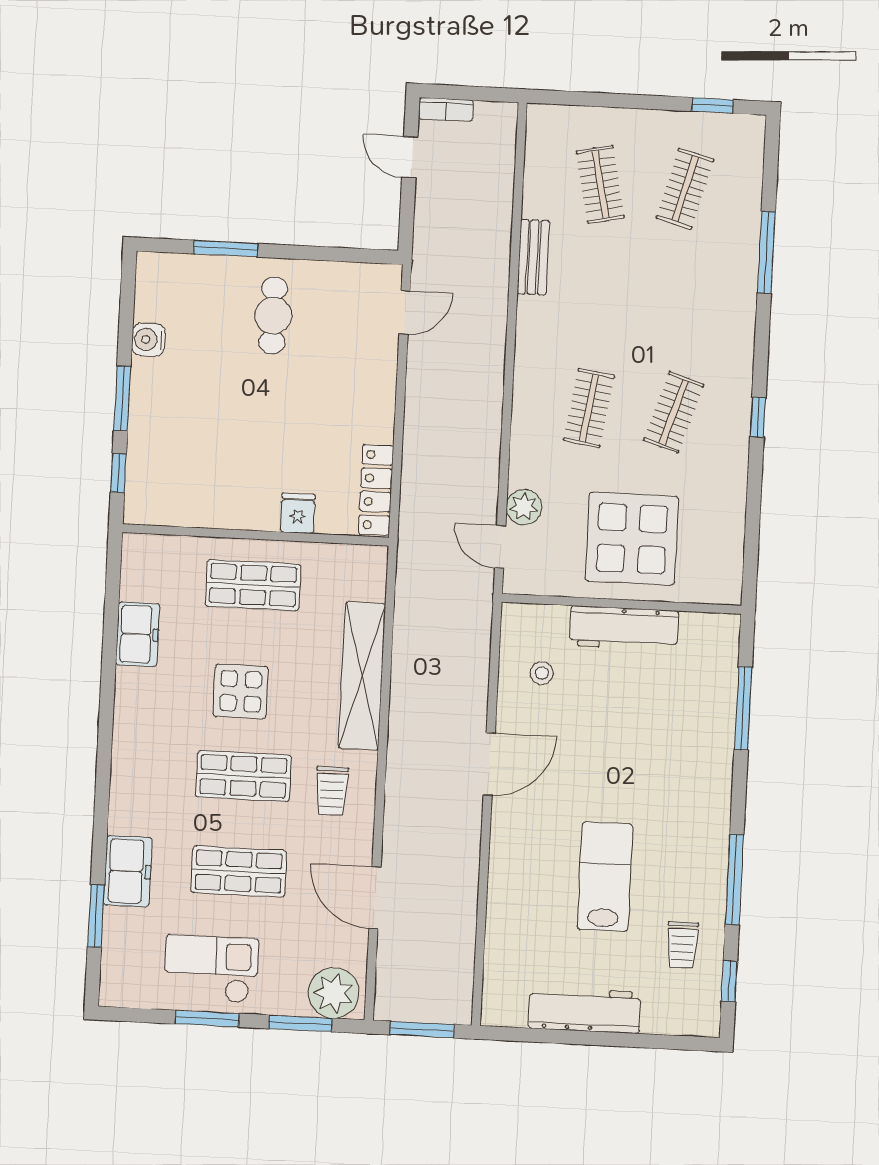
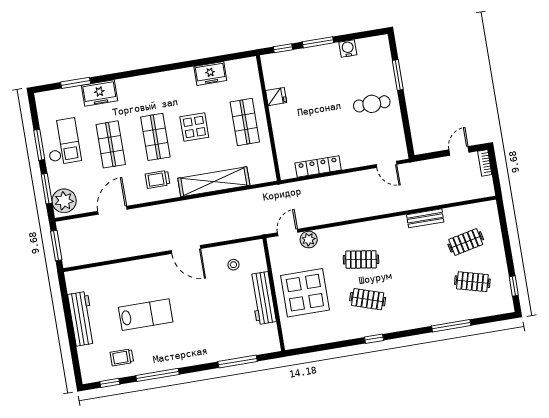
locker: (376, 490) -> (318, 166), moved
fridge: (298, 513) -> (276, 97), moved

